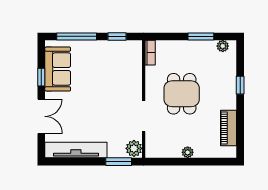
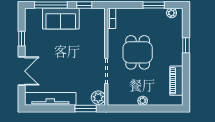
sofa: (58, 69) -> (61, 19), moved, turned 90

